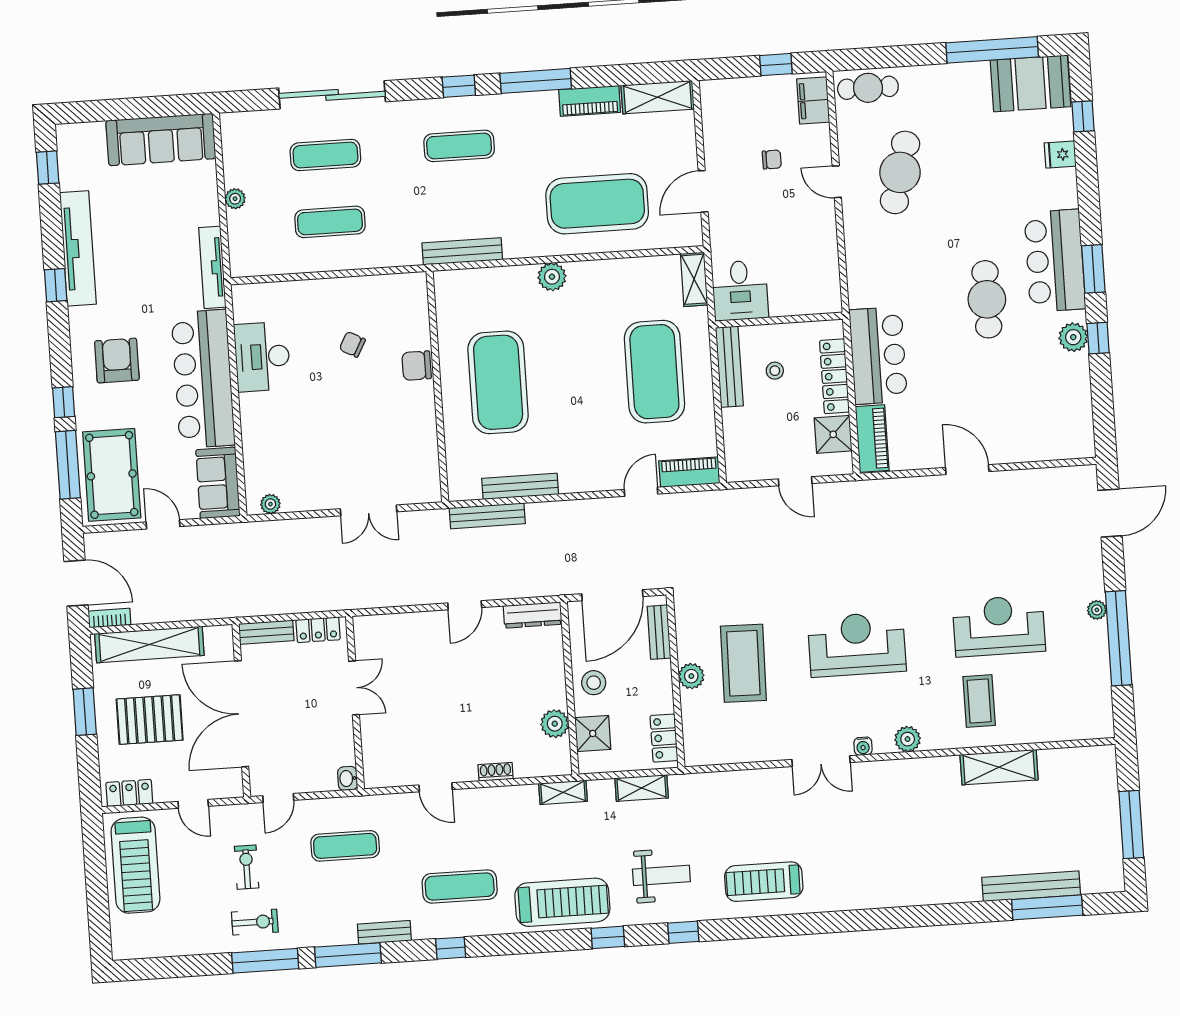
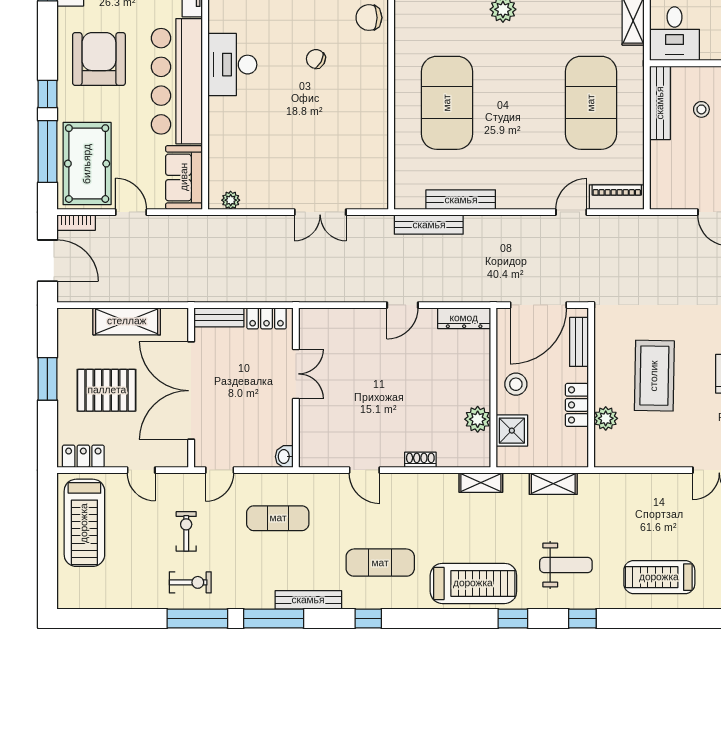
armchair: (117, 361) -> (99, 59), width x1.36, depth x1.36
chair: (417, 366) -> (369, 18), moved
bookcase: (109, 618) -> (76, 223), moved, turned 180
shelving: (149, 645) -> (127, 321), width x0.68
plant: (691, 676) -> (606, 418), moved
locker: (664, 738) -> (577, 405), moved
bench: (384, 932) -> (308, 600), width x1.36

